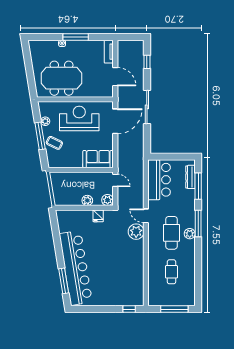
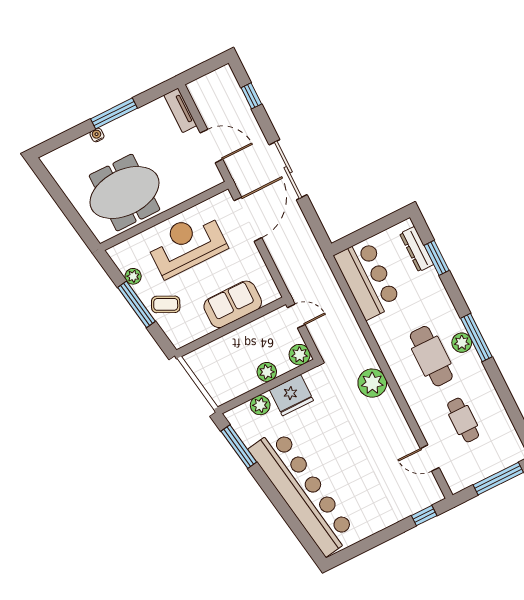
sofa: (98, 159) -> (233, 304), moved
window: (198, 186) -> (437, 258), width x0.69
plant: (76, 215) -> (260, 405), added
fridge: (98, 216) -> (291, 395), width x1.88, depth x1.34
door: (146, 216) -> (430, 458), moved
window: (198, 224) -> (476, 337), moved
window: (64, 281) -> (239, 447), moved

